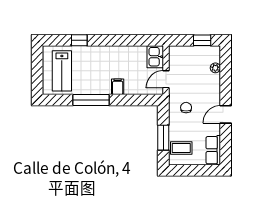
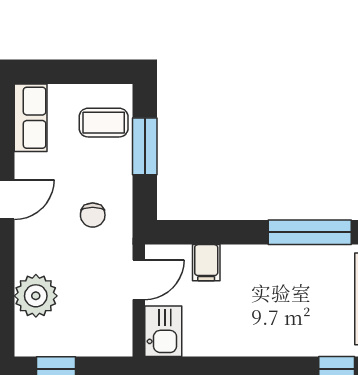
plant: (215, 68) -> (36, 296), width x1.88, depth x1.88
filing cabinet: (118, 87) -> (206, 263), moved

